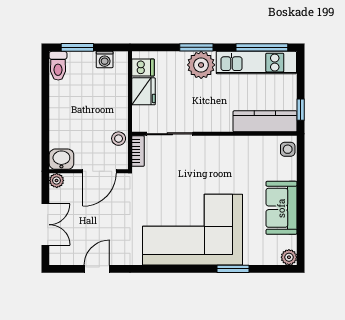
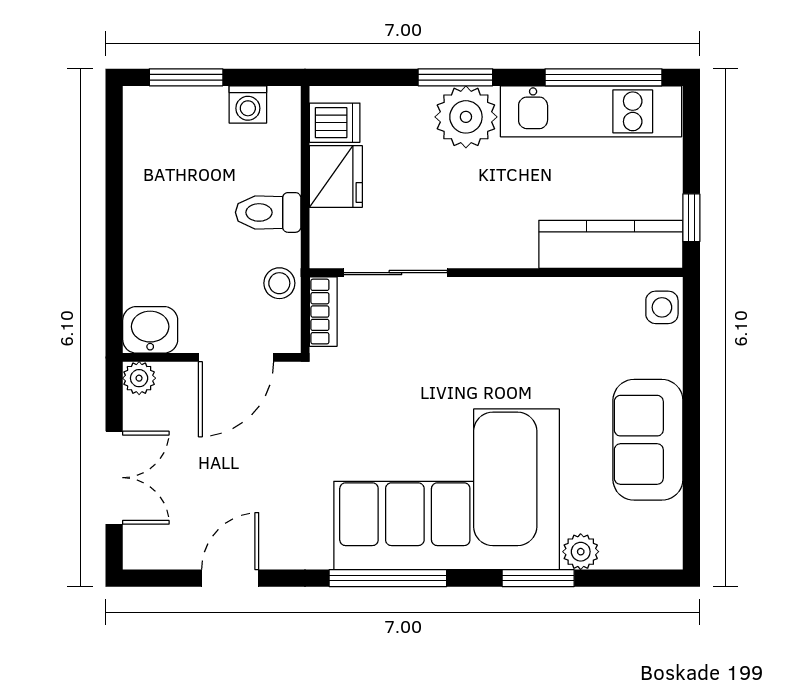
toilet: (58, 66) -> (268, 212), moved, turned 90
plant: (289, 257) -> (581, 552), moved
window: (167, 269) -> (388, 578), added

